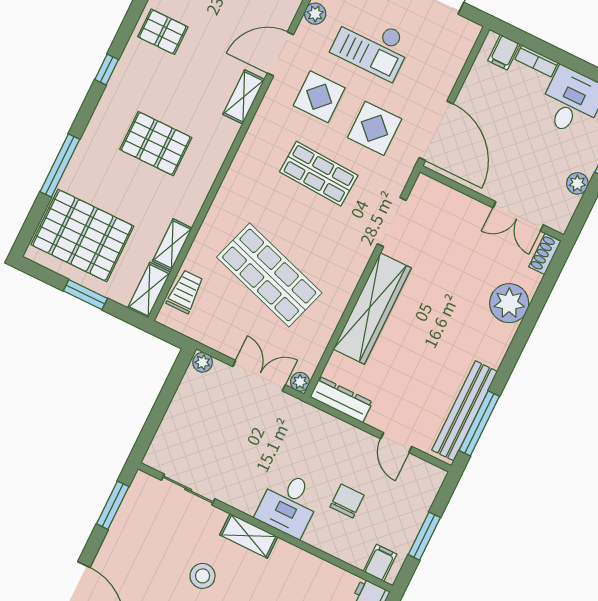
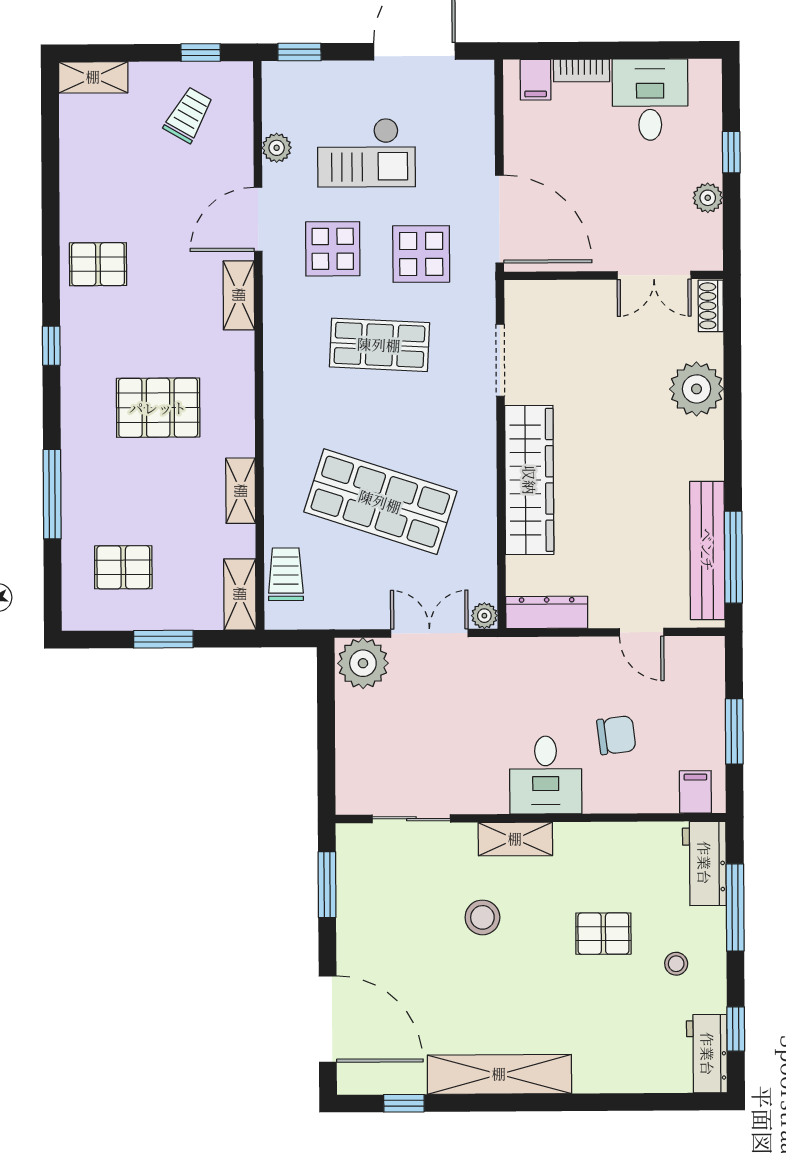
pallet: (82, 235) -> (123, 567), width x0.49, depth x0.50
shelving: (172, 245) -> (241, 491), moved
plant: (203, 362) -> (363, 663), width x1.88, depth x1.88
chair: (347, 501) -> (616, 735), turned 83

